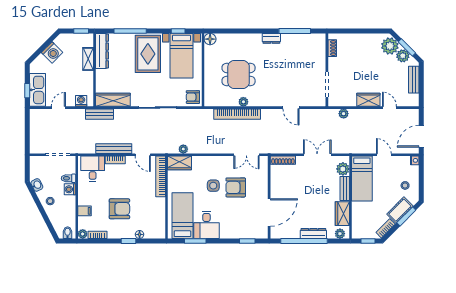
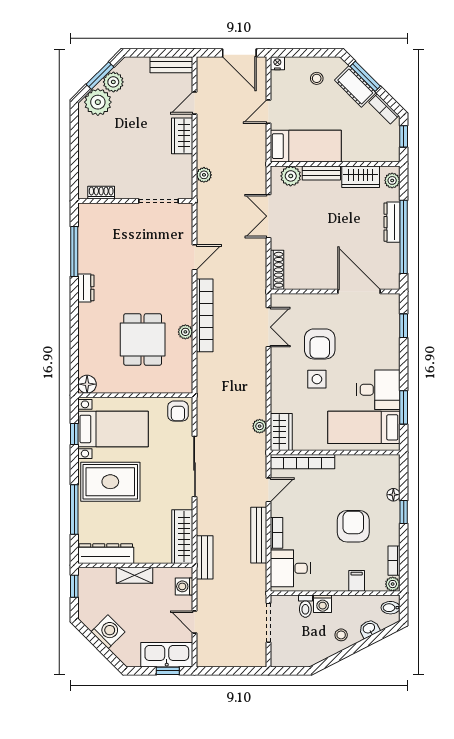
shelving: (88, 59) -> (134, 575), moved
bench: (414, 80) -> (171, 65), moved
bookcase: (237, 114) -> (205, 315), moved
washbasin: (37, 185) -> (369, 629), moved

